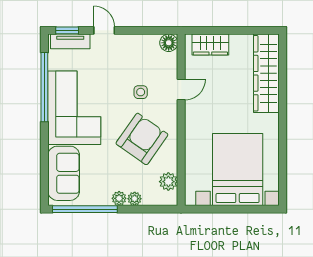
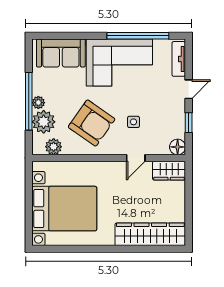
window: (67, 30) -> (189, 123), moved
wardrobe: (210, 45) -> (169, 171), moved, turned -90
door: (181, 90) -> (136, 158), hinge flipped
plant: (135, 199) -> (44, 122), width x1.87, depth x1.87
window: (85, 209) -> (29, 101), moved

